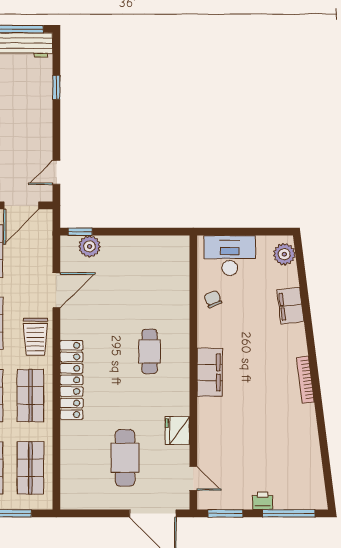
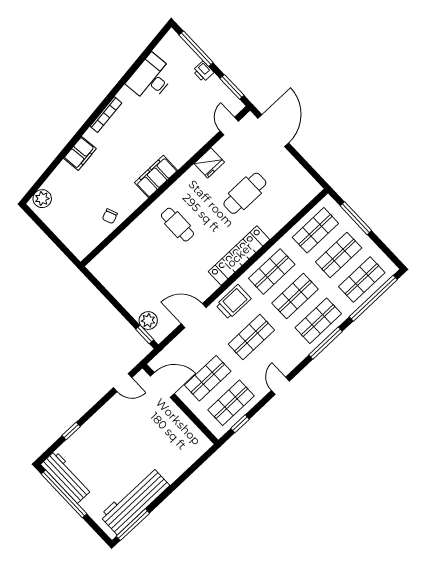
desk: (230, 256) -> (151, 78), moved, turned 83
filing cabinet: (290, 306) -> (80, 153), moved
cafe table: (150, 351) -> (177, 225), turned 90
cafe table: (125, 458) -> (245, 193), moved

